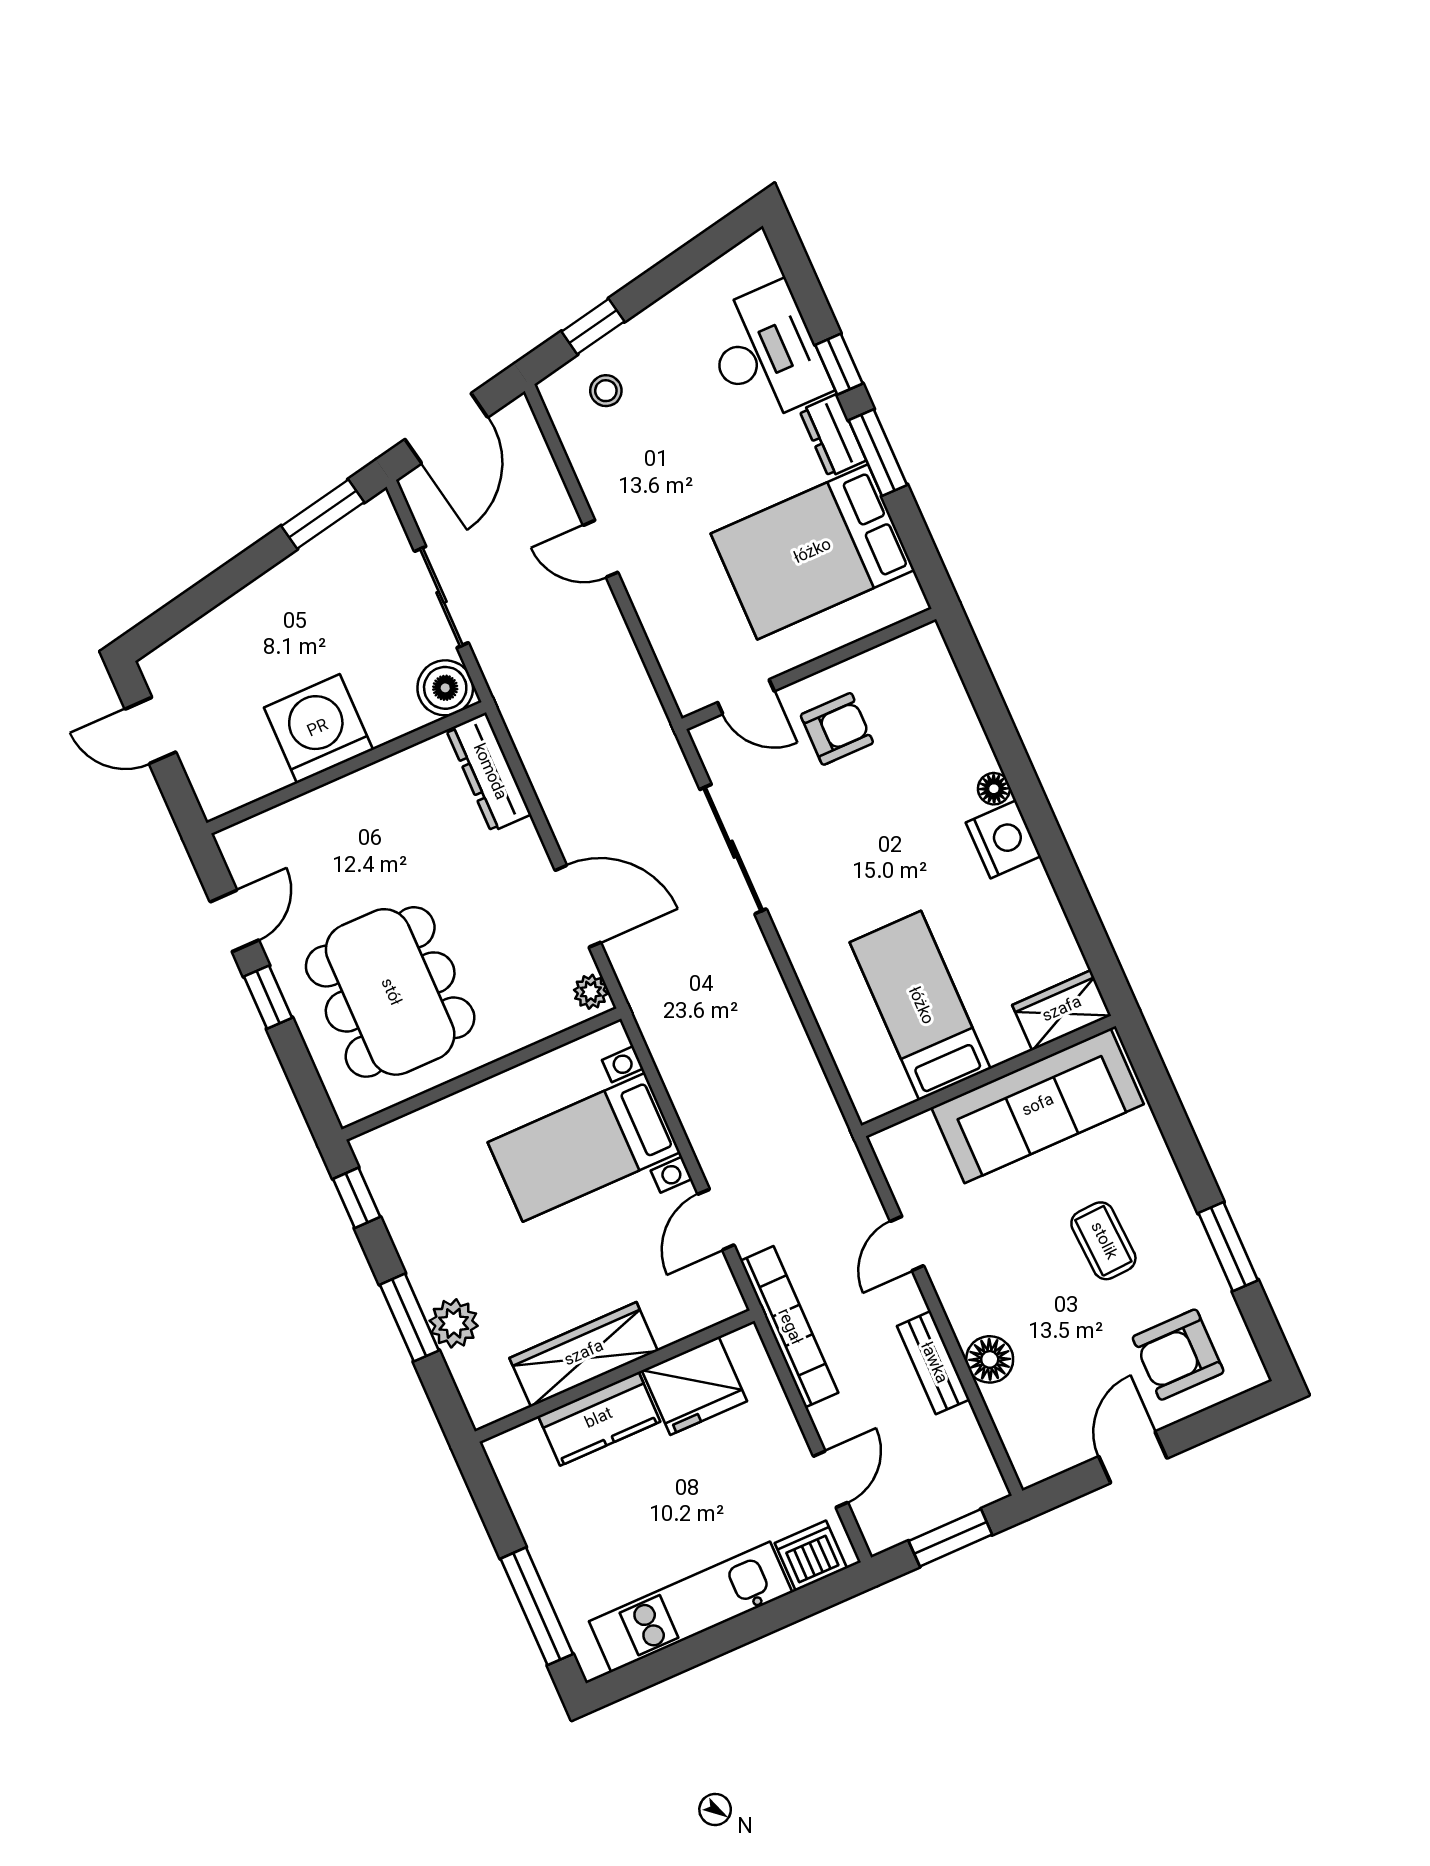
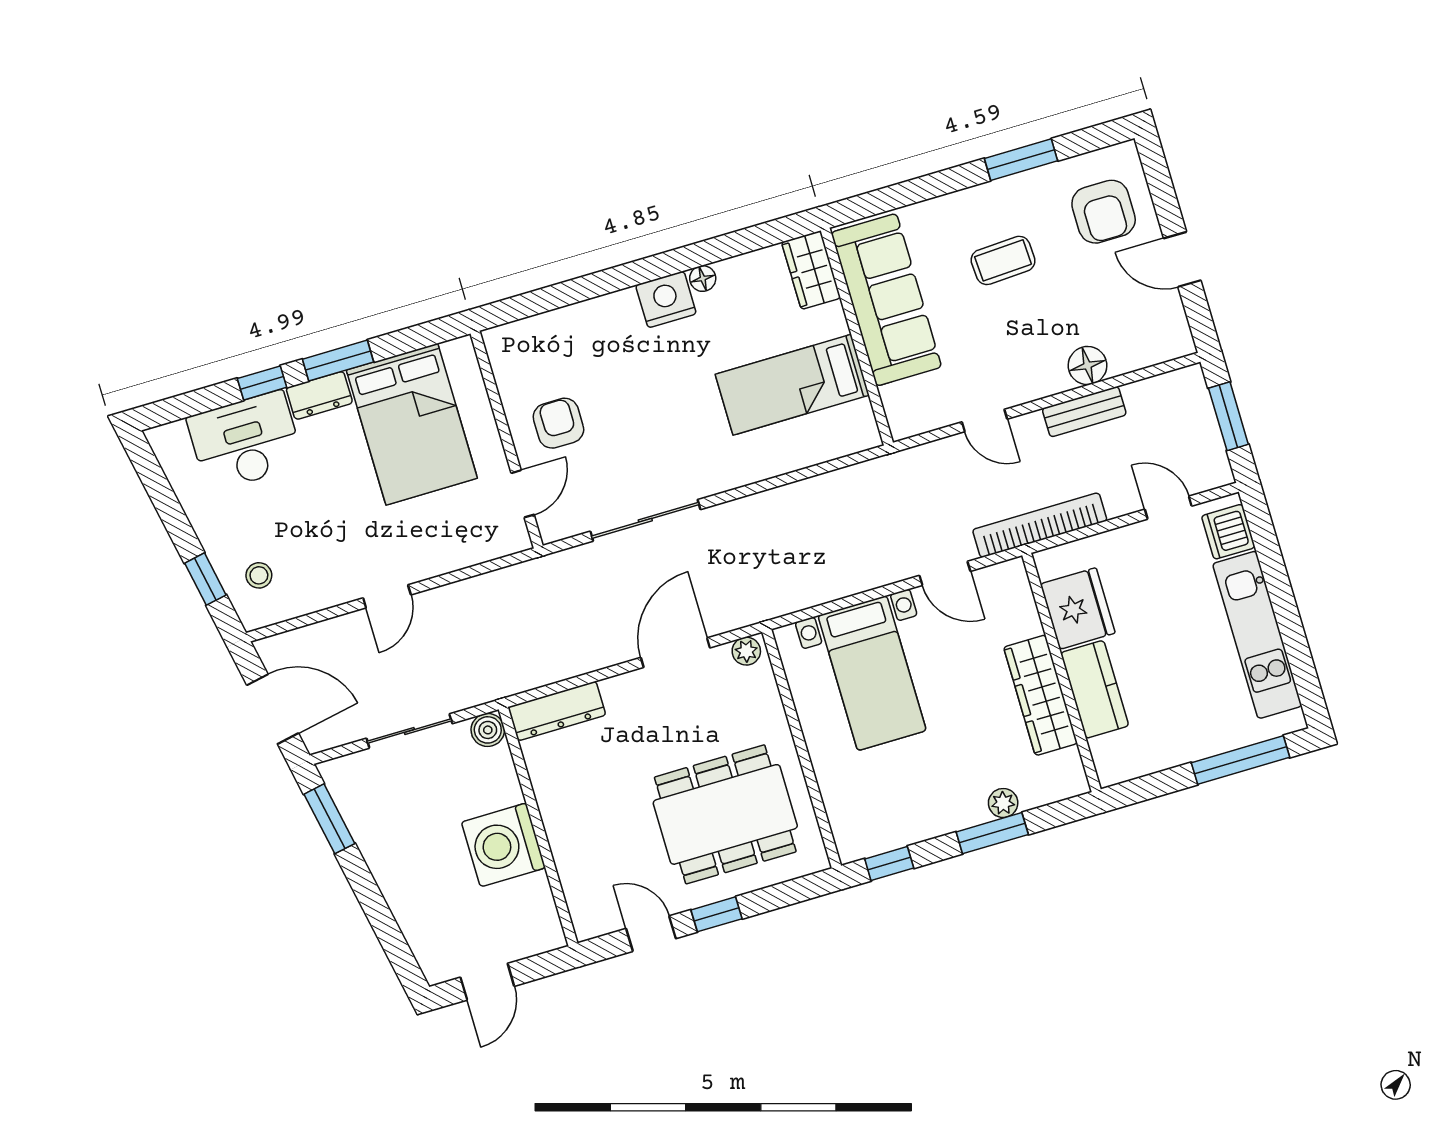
boiler: (445, 688) -> (488, 730), width x0.73, depth x0.73
floor lamp: (994, 789) -> (703, 279), moved
plant: (454, 1323) -> (1003, 803), width x0.73, depth x0.73

